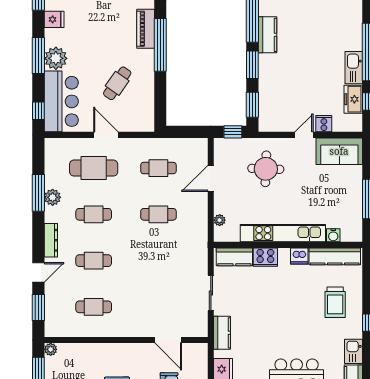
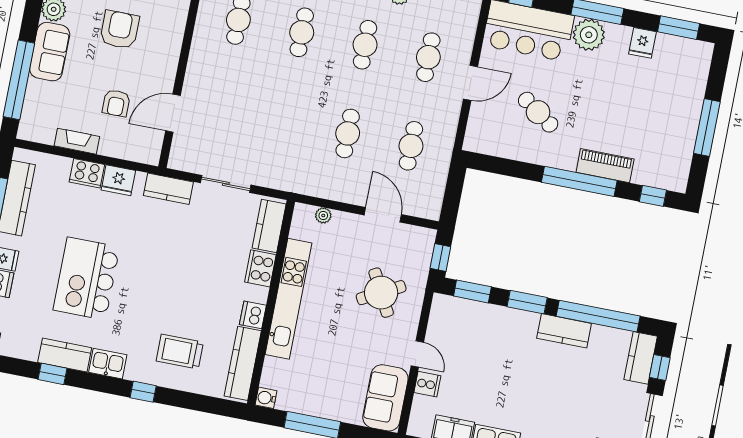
cafe table: (94, 168) -> (428, 57), width x0.73, depth x0.74
round table: (266, 169) -> (381, 293), turned -30
water cooler: (333, 235) -> (266, 398), moved

